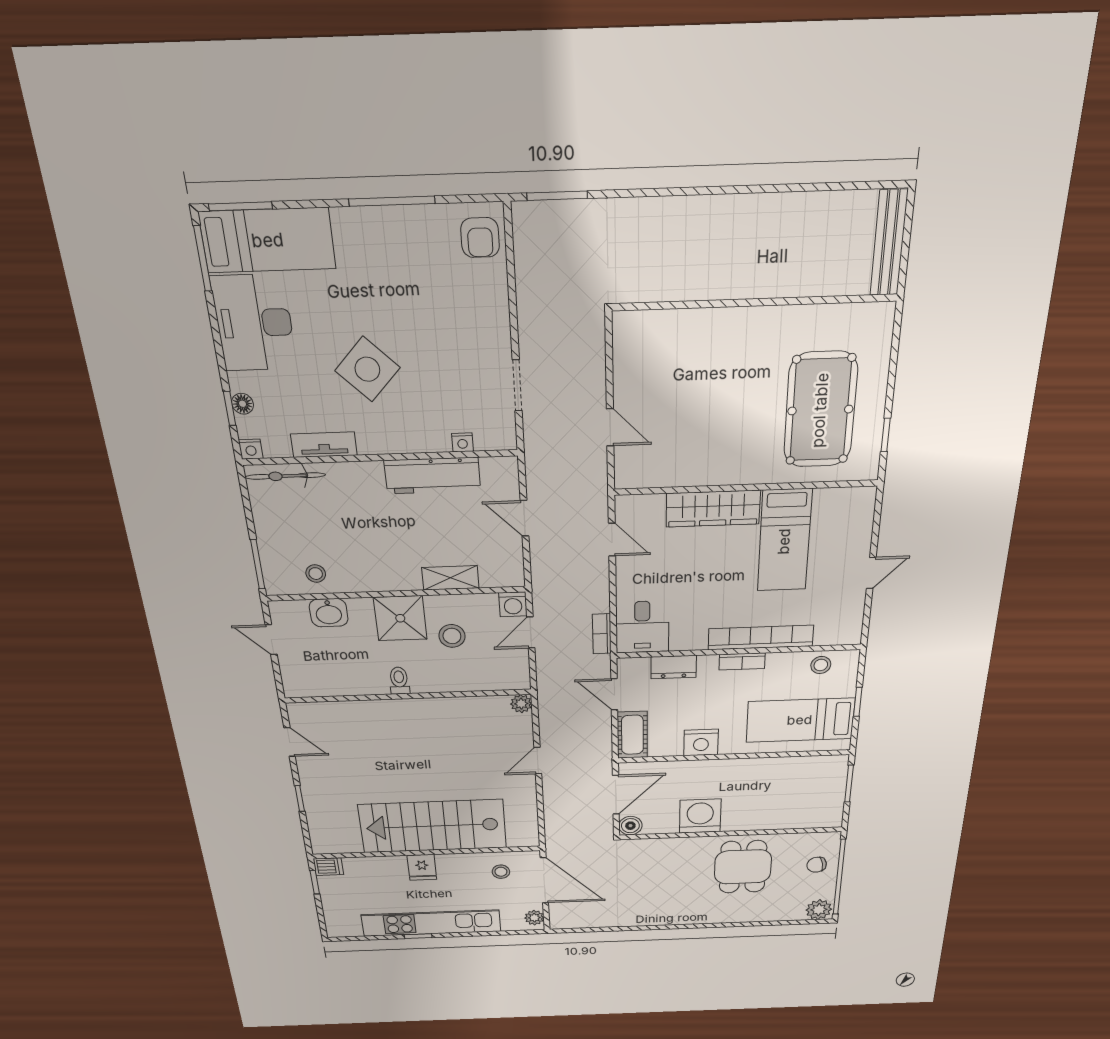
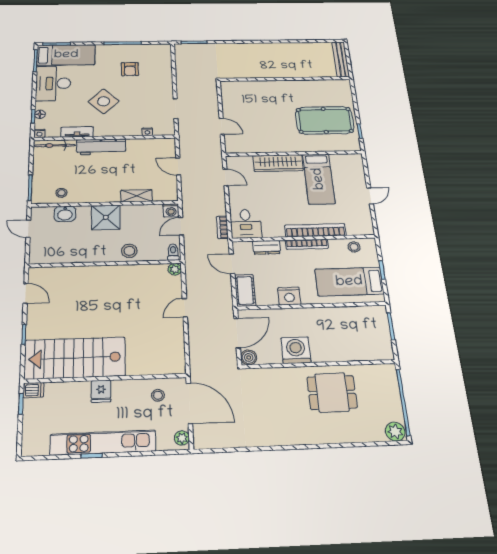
armchair: (480, 238) -> (130, 69), moved
pool table: (820, 410) -> (325, 120), turned 90
workbench: (432, 476) -> (101, 147), moved
stool: (452, 636) -> (129, 251), moved
bookcase: (742, 661) -> (307, 244), width x1.56
toilet: (399, 681) -> (173, 252), moved
stairs: (433, 826) -> (75, 358), moved
chair: (817, 865) -> (384, 391), removed
dining table: (743, 867) -> (332, 392), turned 90

